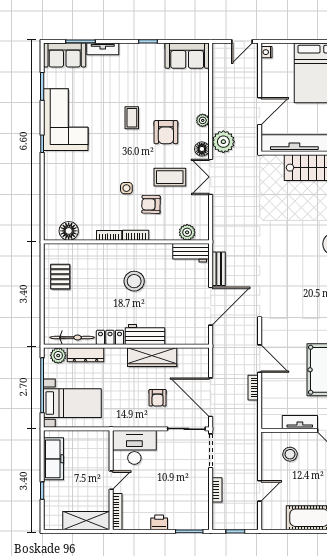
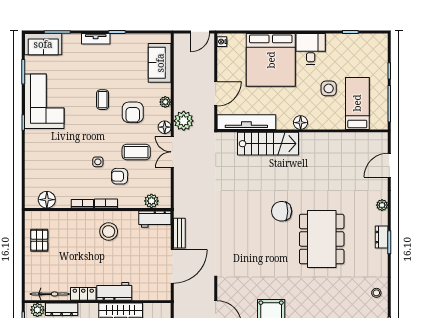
tv unit: (103, 49) -> (96, 39), moved
sofa: (187, 56) -> (160, 63), moved, turned 90
stool: (134, 281) -> (109, 231), moved

